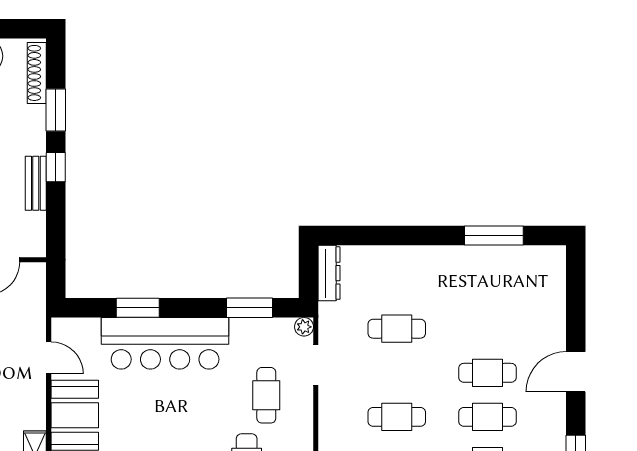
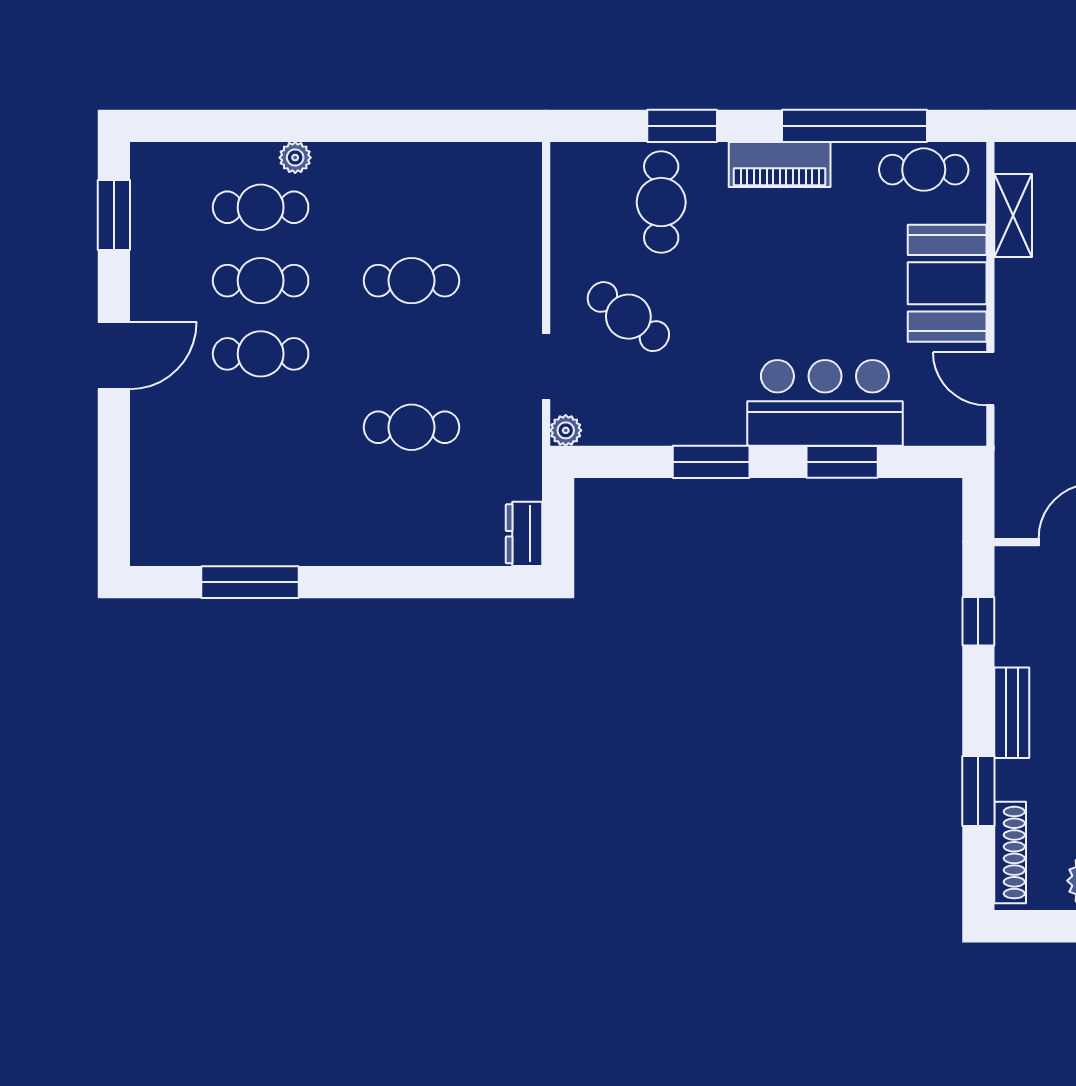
window: (56, 167) -> (978, 621), moved
bench: (36, 183) -> (1012, 713), moved
dresser: (329, 273) -> (524, 534), width x0.70
window: (250, 308) -> (711, 462), moved
bar counter: (165, 343) -> (825, 403), width x0.73
cafe table: (266, 395) -> (628, 317), turned -53

